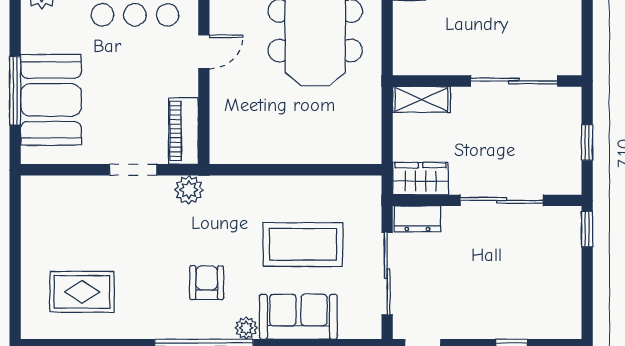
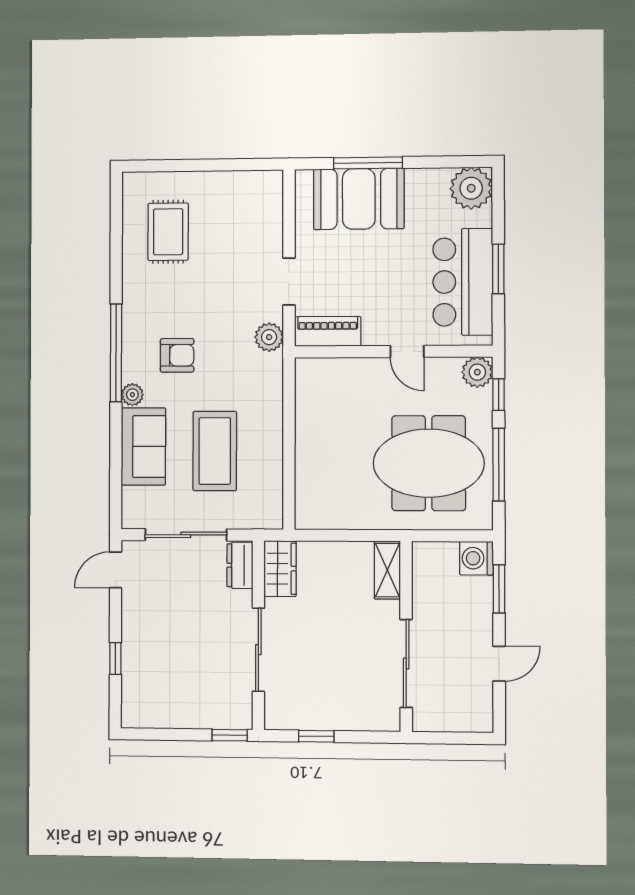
wall: (487, 81) -> (406, 636), moved
sliding door: (514, 81) -> (406, 663), moved
shelving: (421, 99) -> (387, 570), moved

